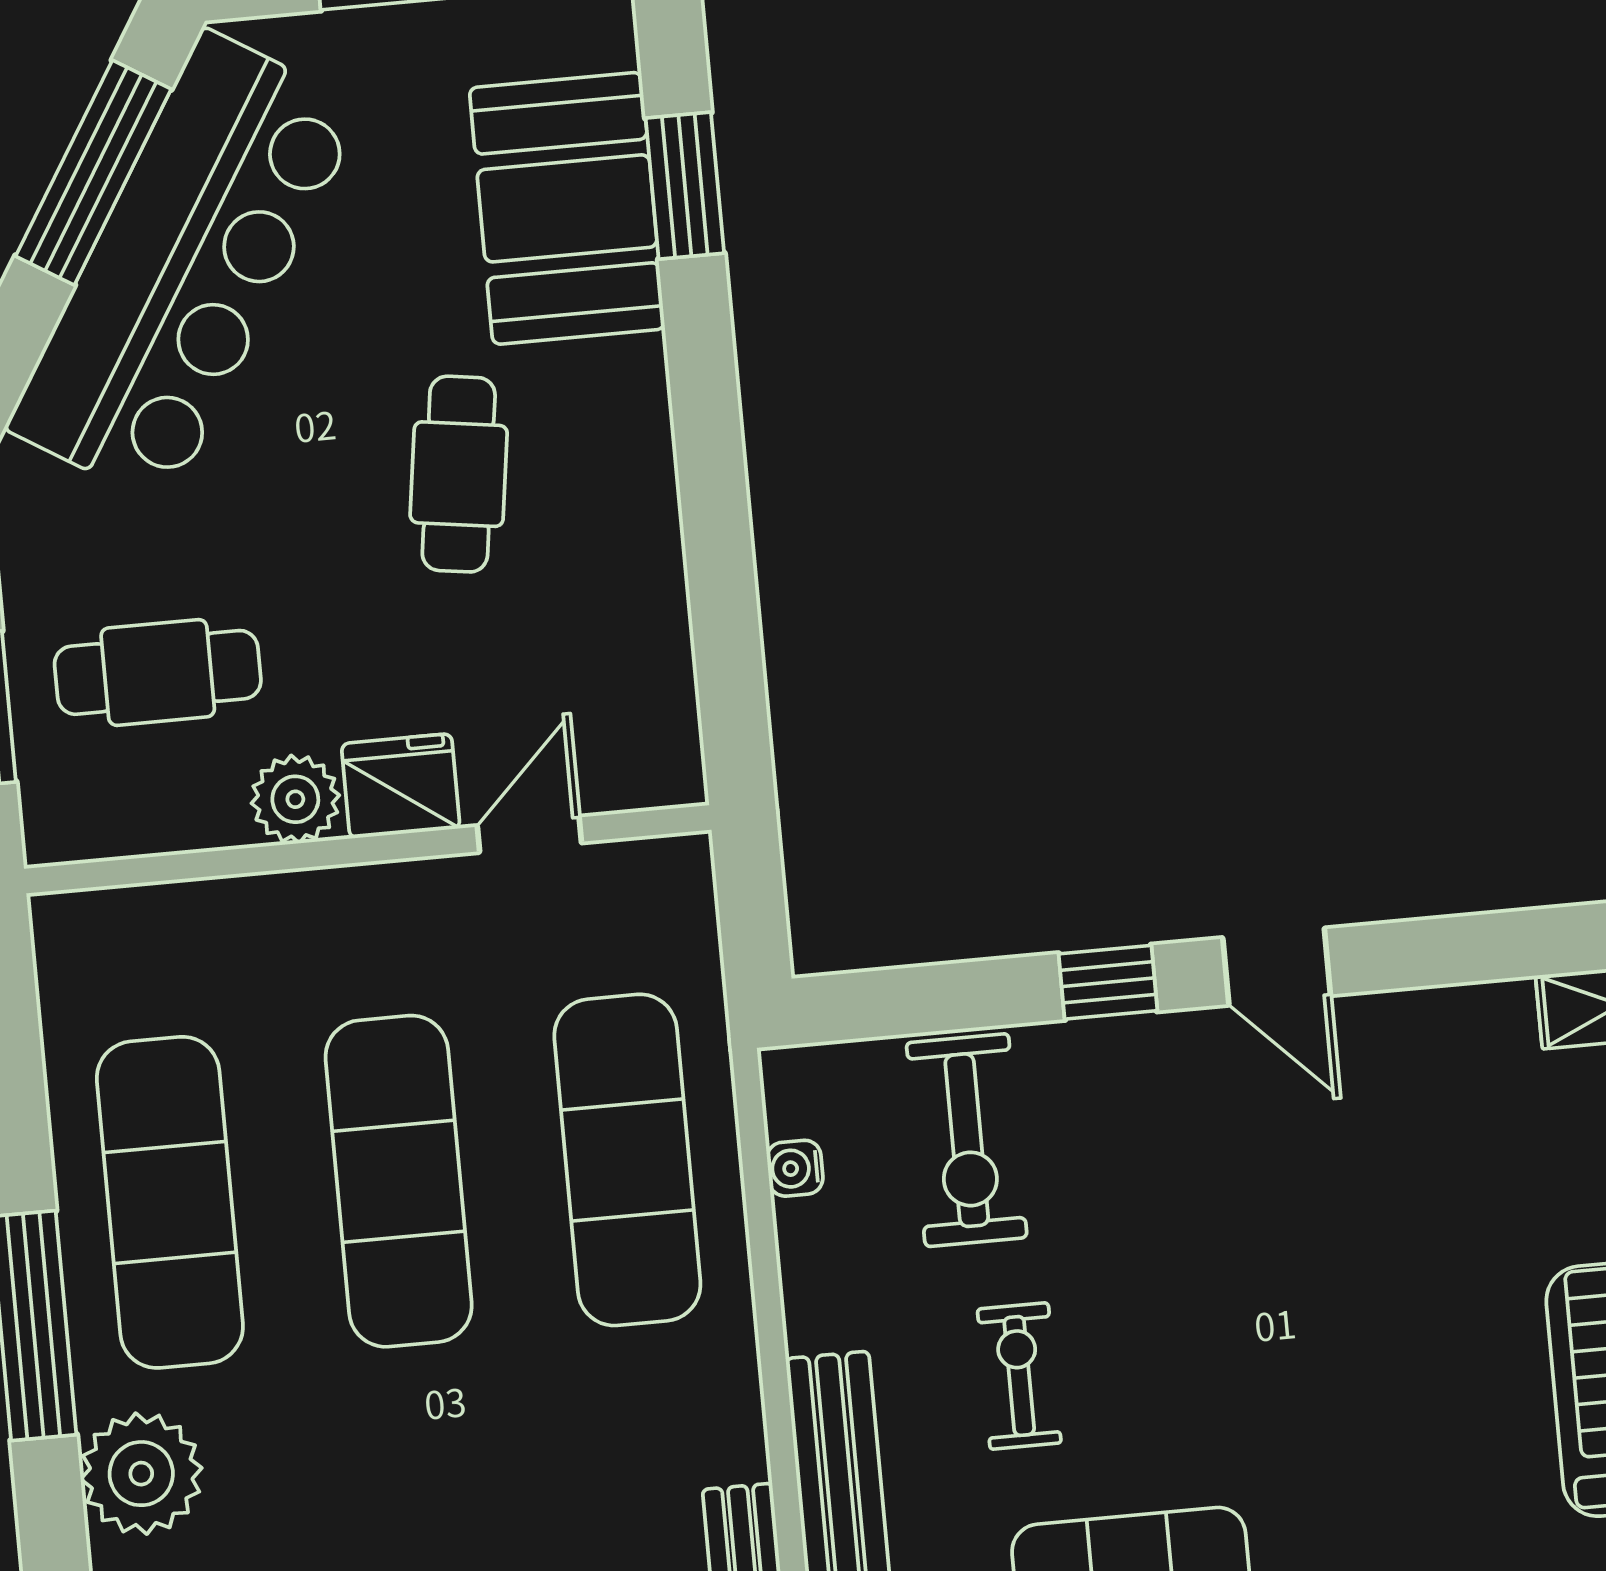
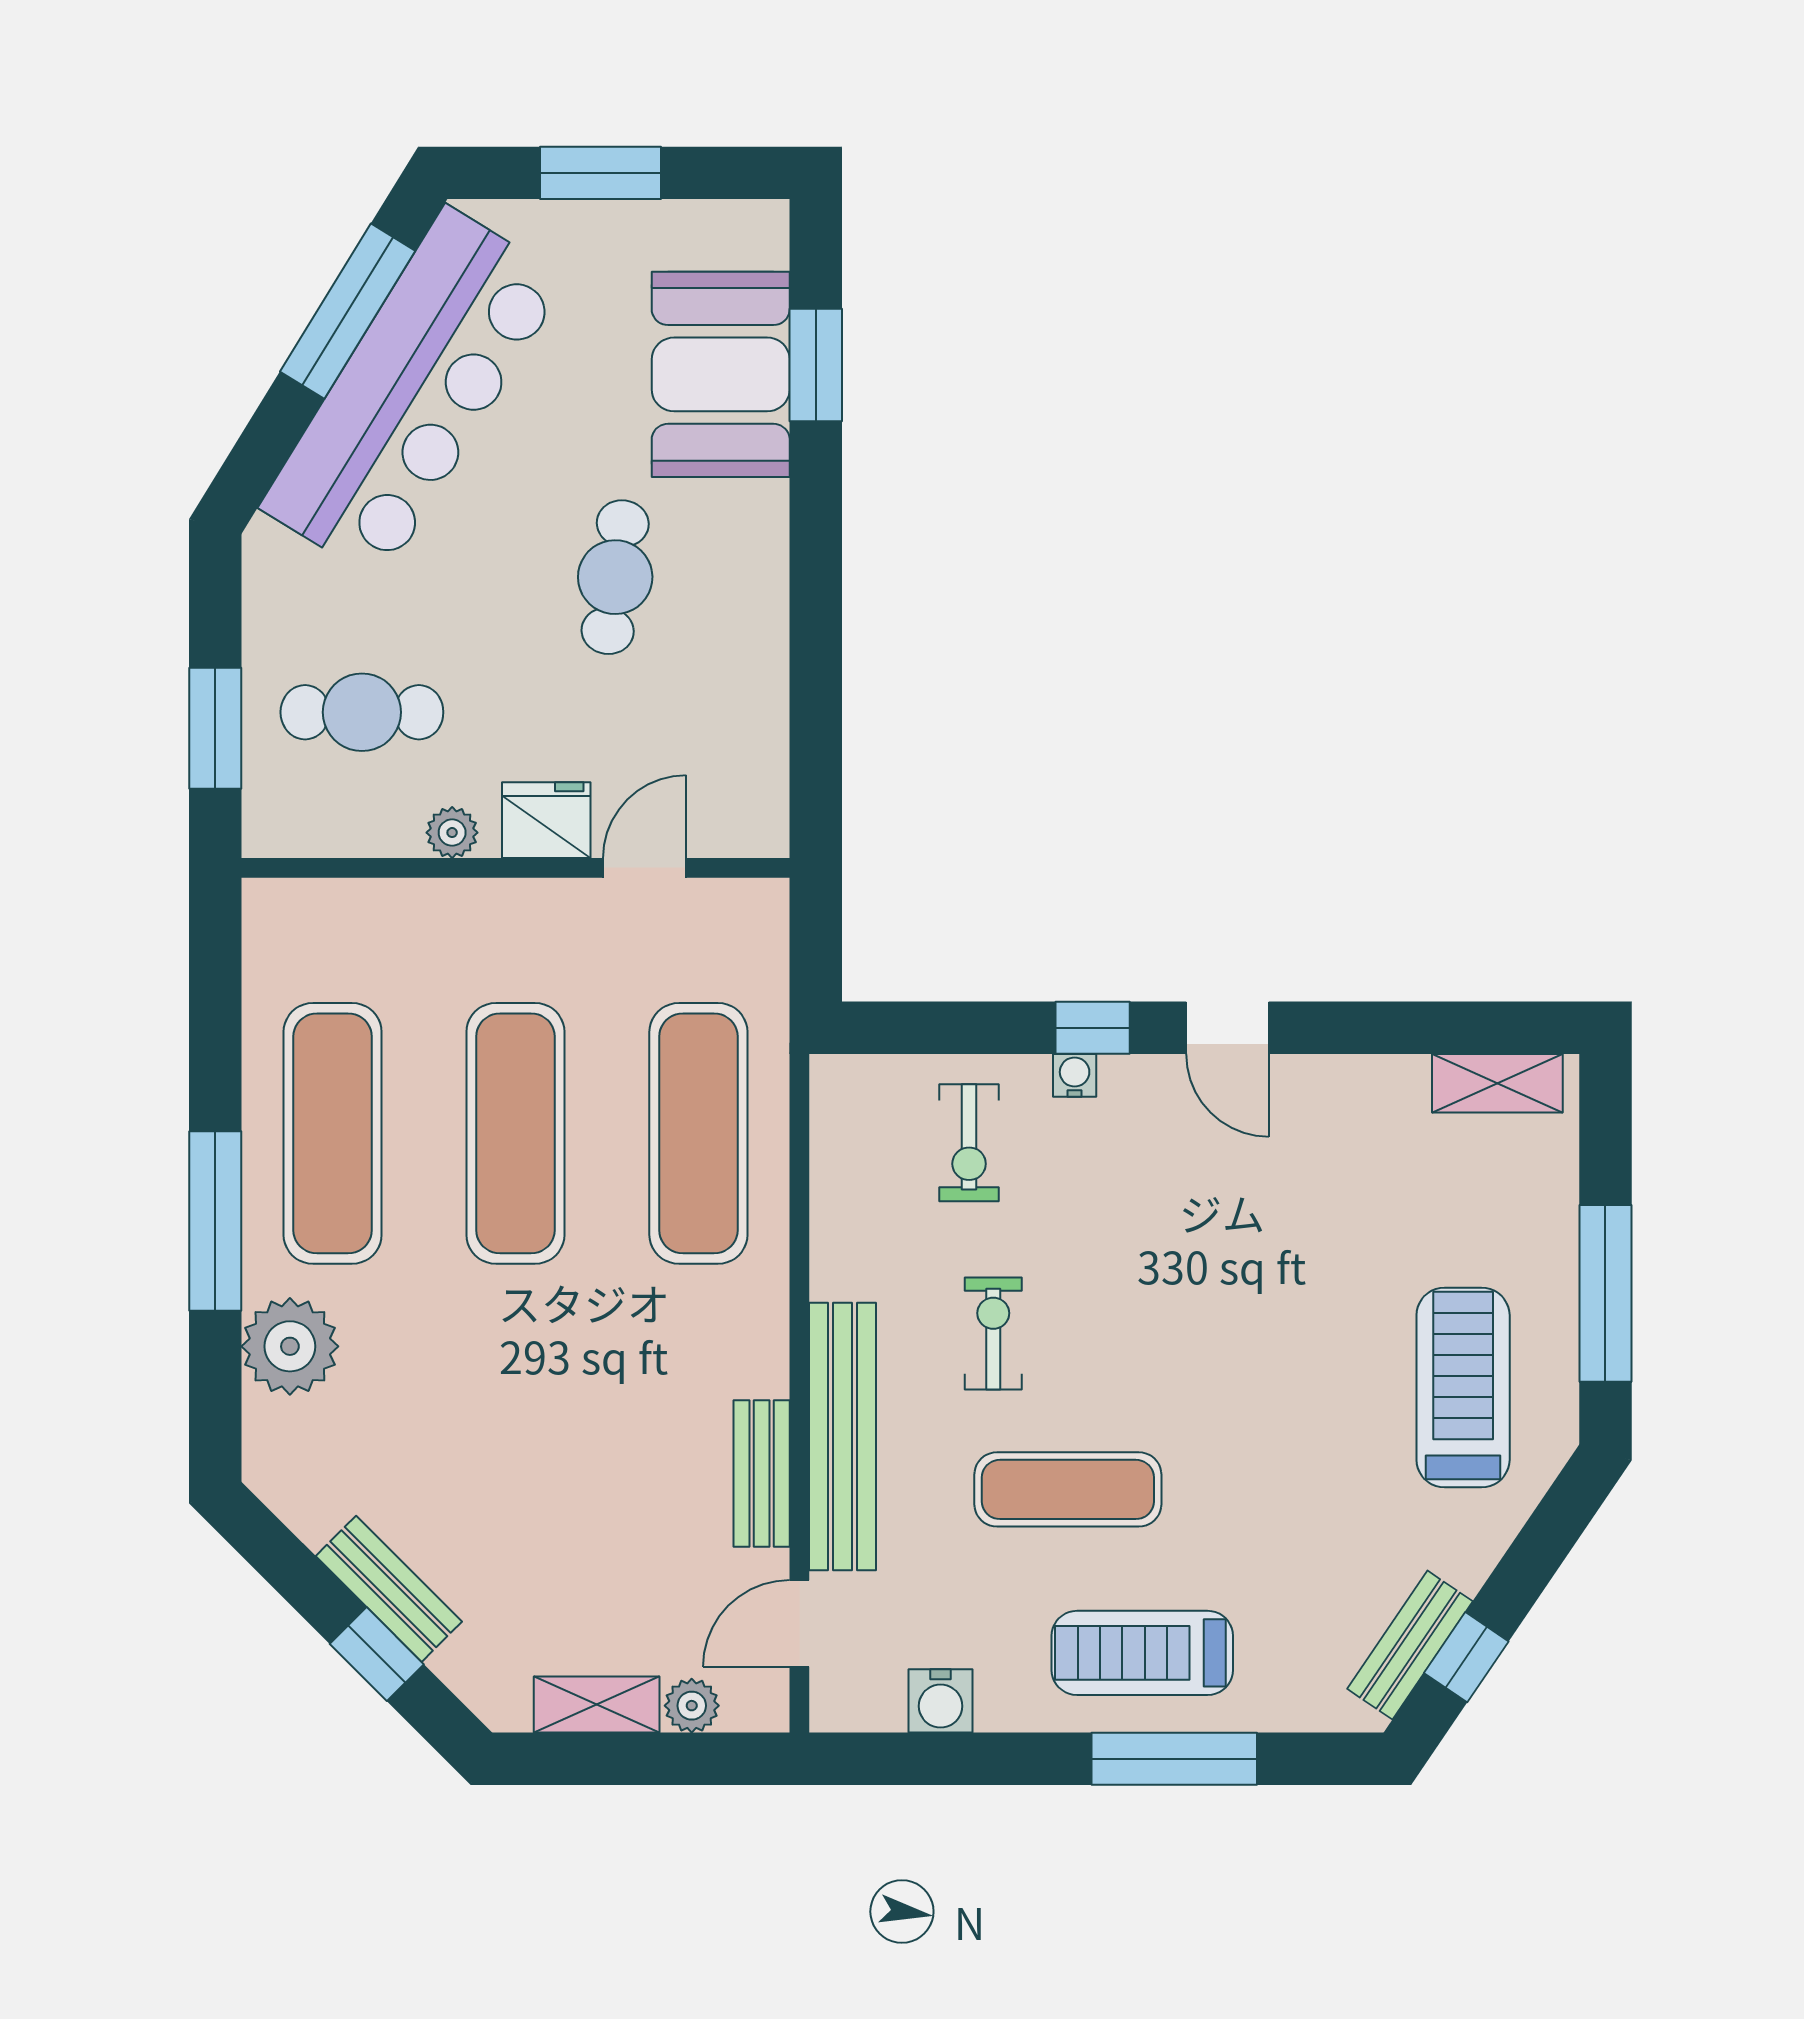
plant: (295, 799) -> (452, 833), width x0.73, depth x0.73
exercise bike: (967, 1140) -> (969, 1143), width x0.73, depth x0.72
water cooler: (795, 1168) -> (1075, 1075), moved, turned 90

